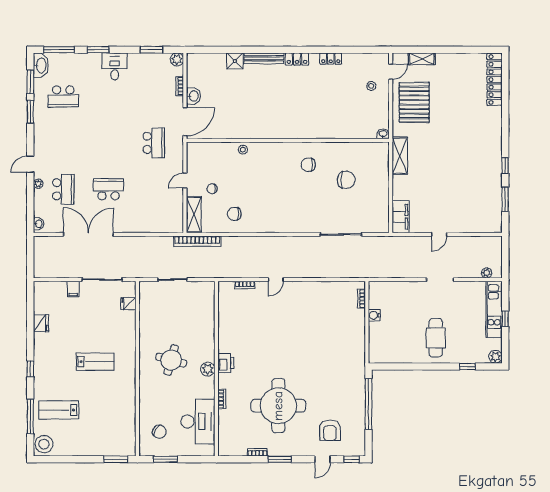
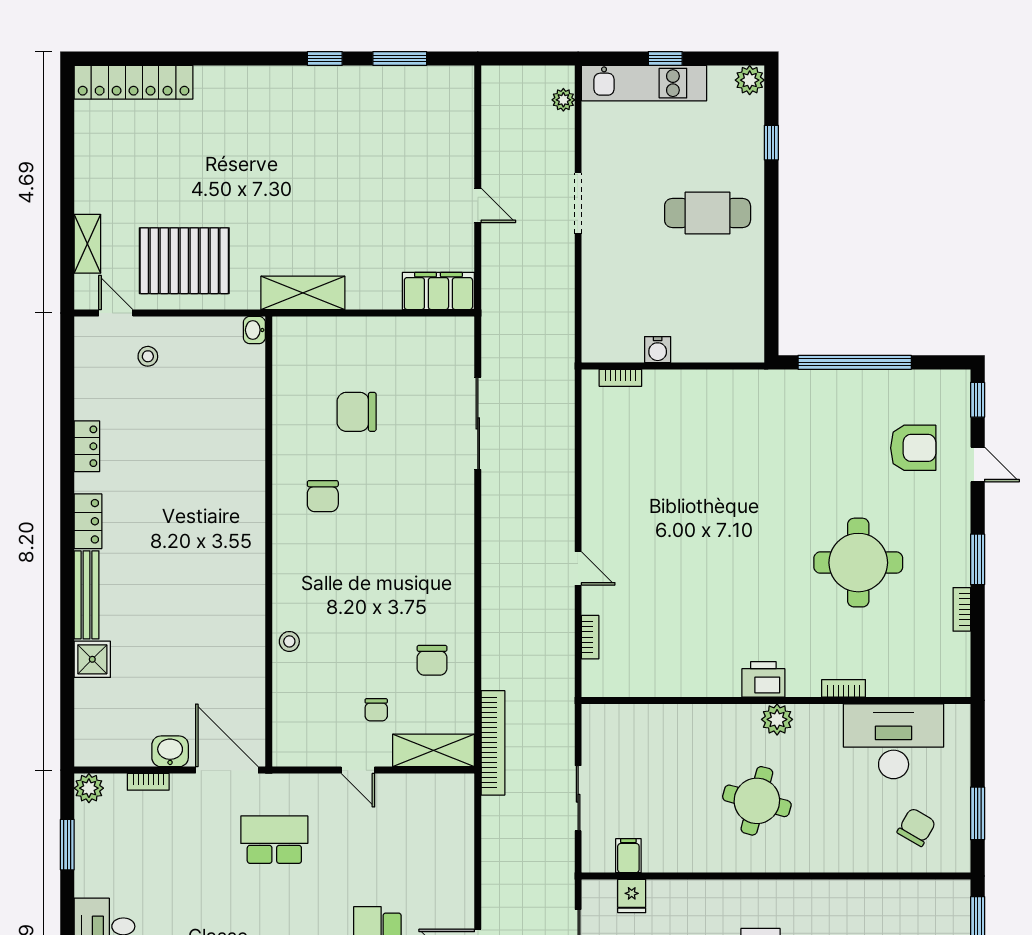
chair: (346, 180) -> (357, 412), turned -90
filing cabinet: (146, 302) -> (628, 856), added
round table: (278, 406) -> (858, 563), width x0.73, depth x0.73

